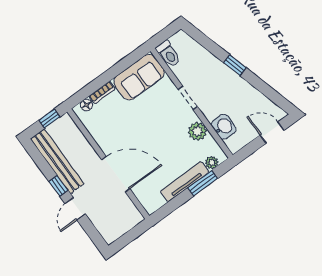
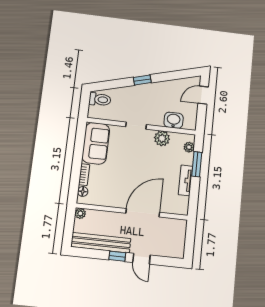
toilet: (168, 54) -> (100, 99), moved
window: (49, 119) -> (69, 223), removed
plant: (66, 121) -> (80, 213), added
tv unit: (185, 182) -> (185, 180), width x0.71

